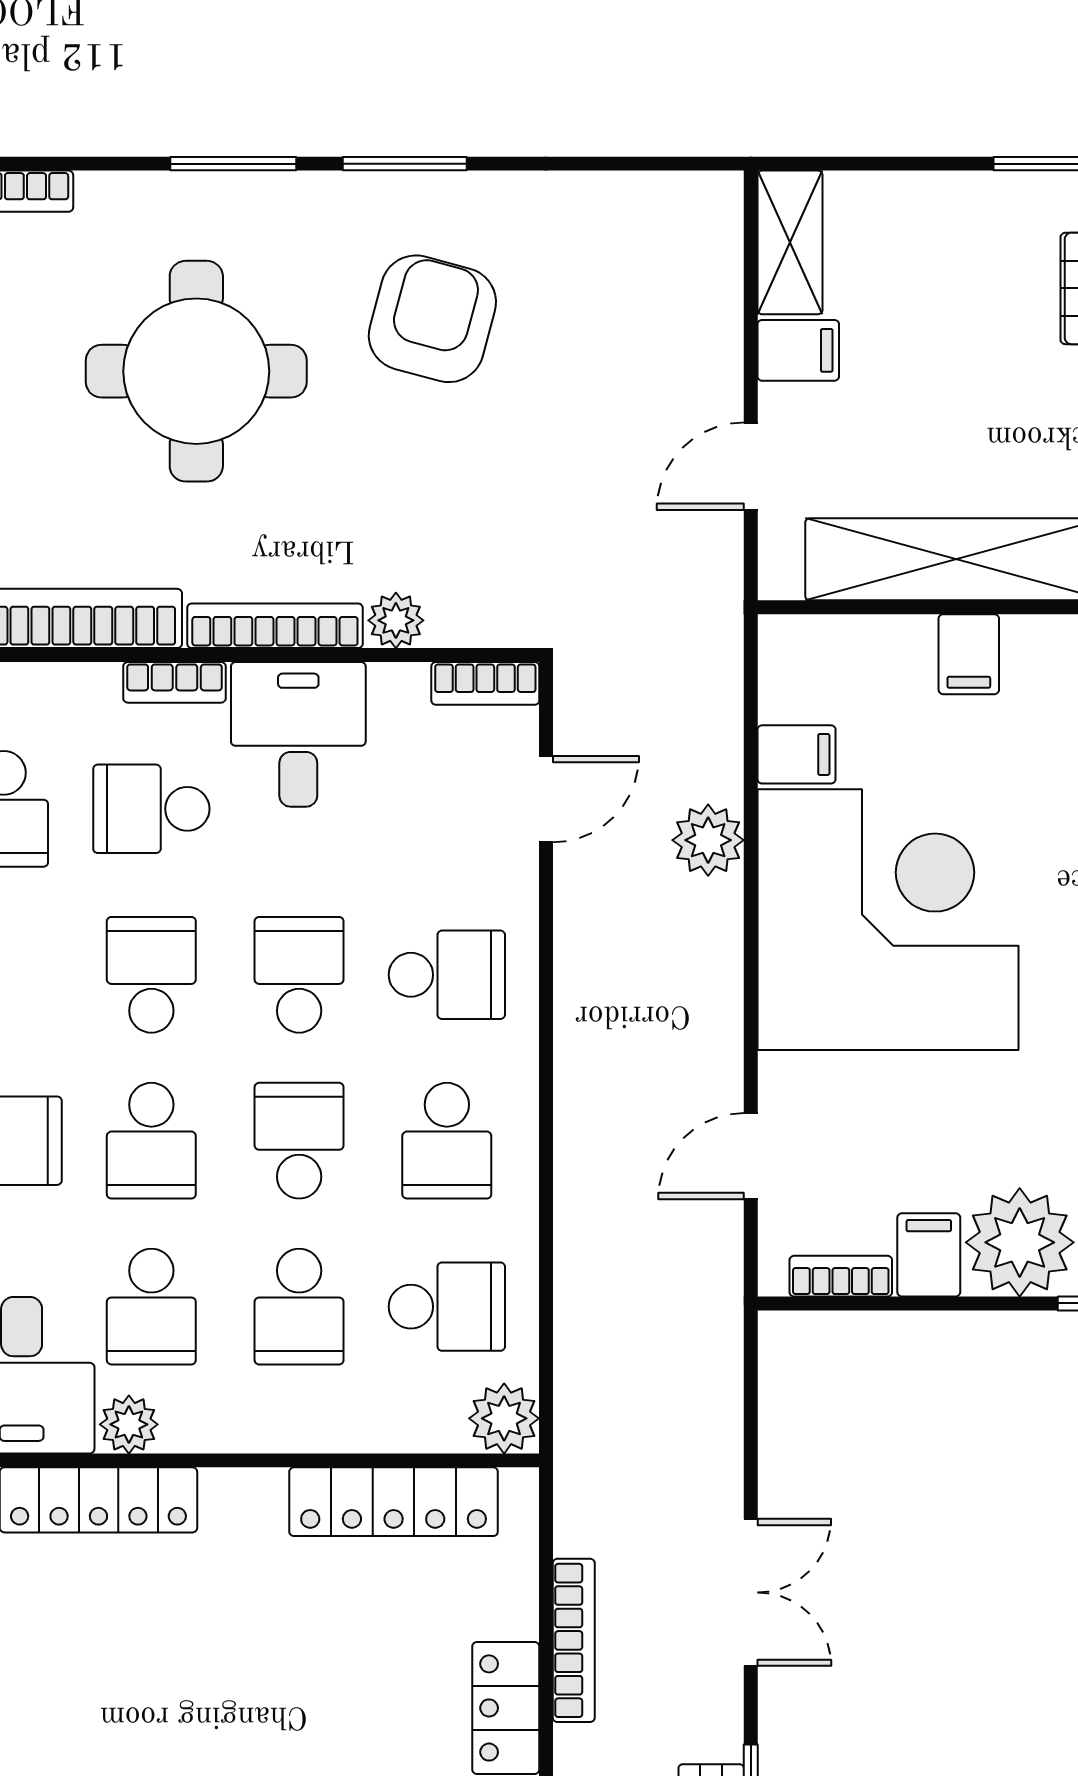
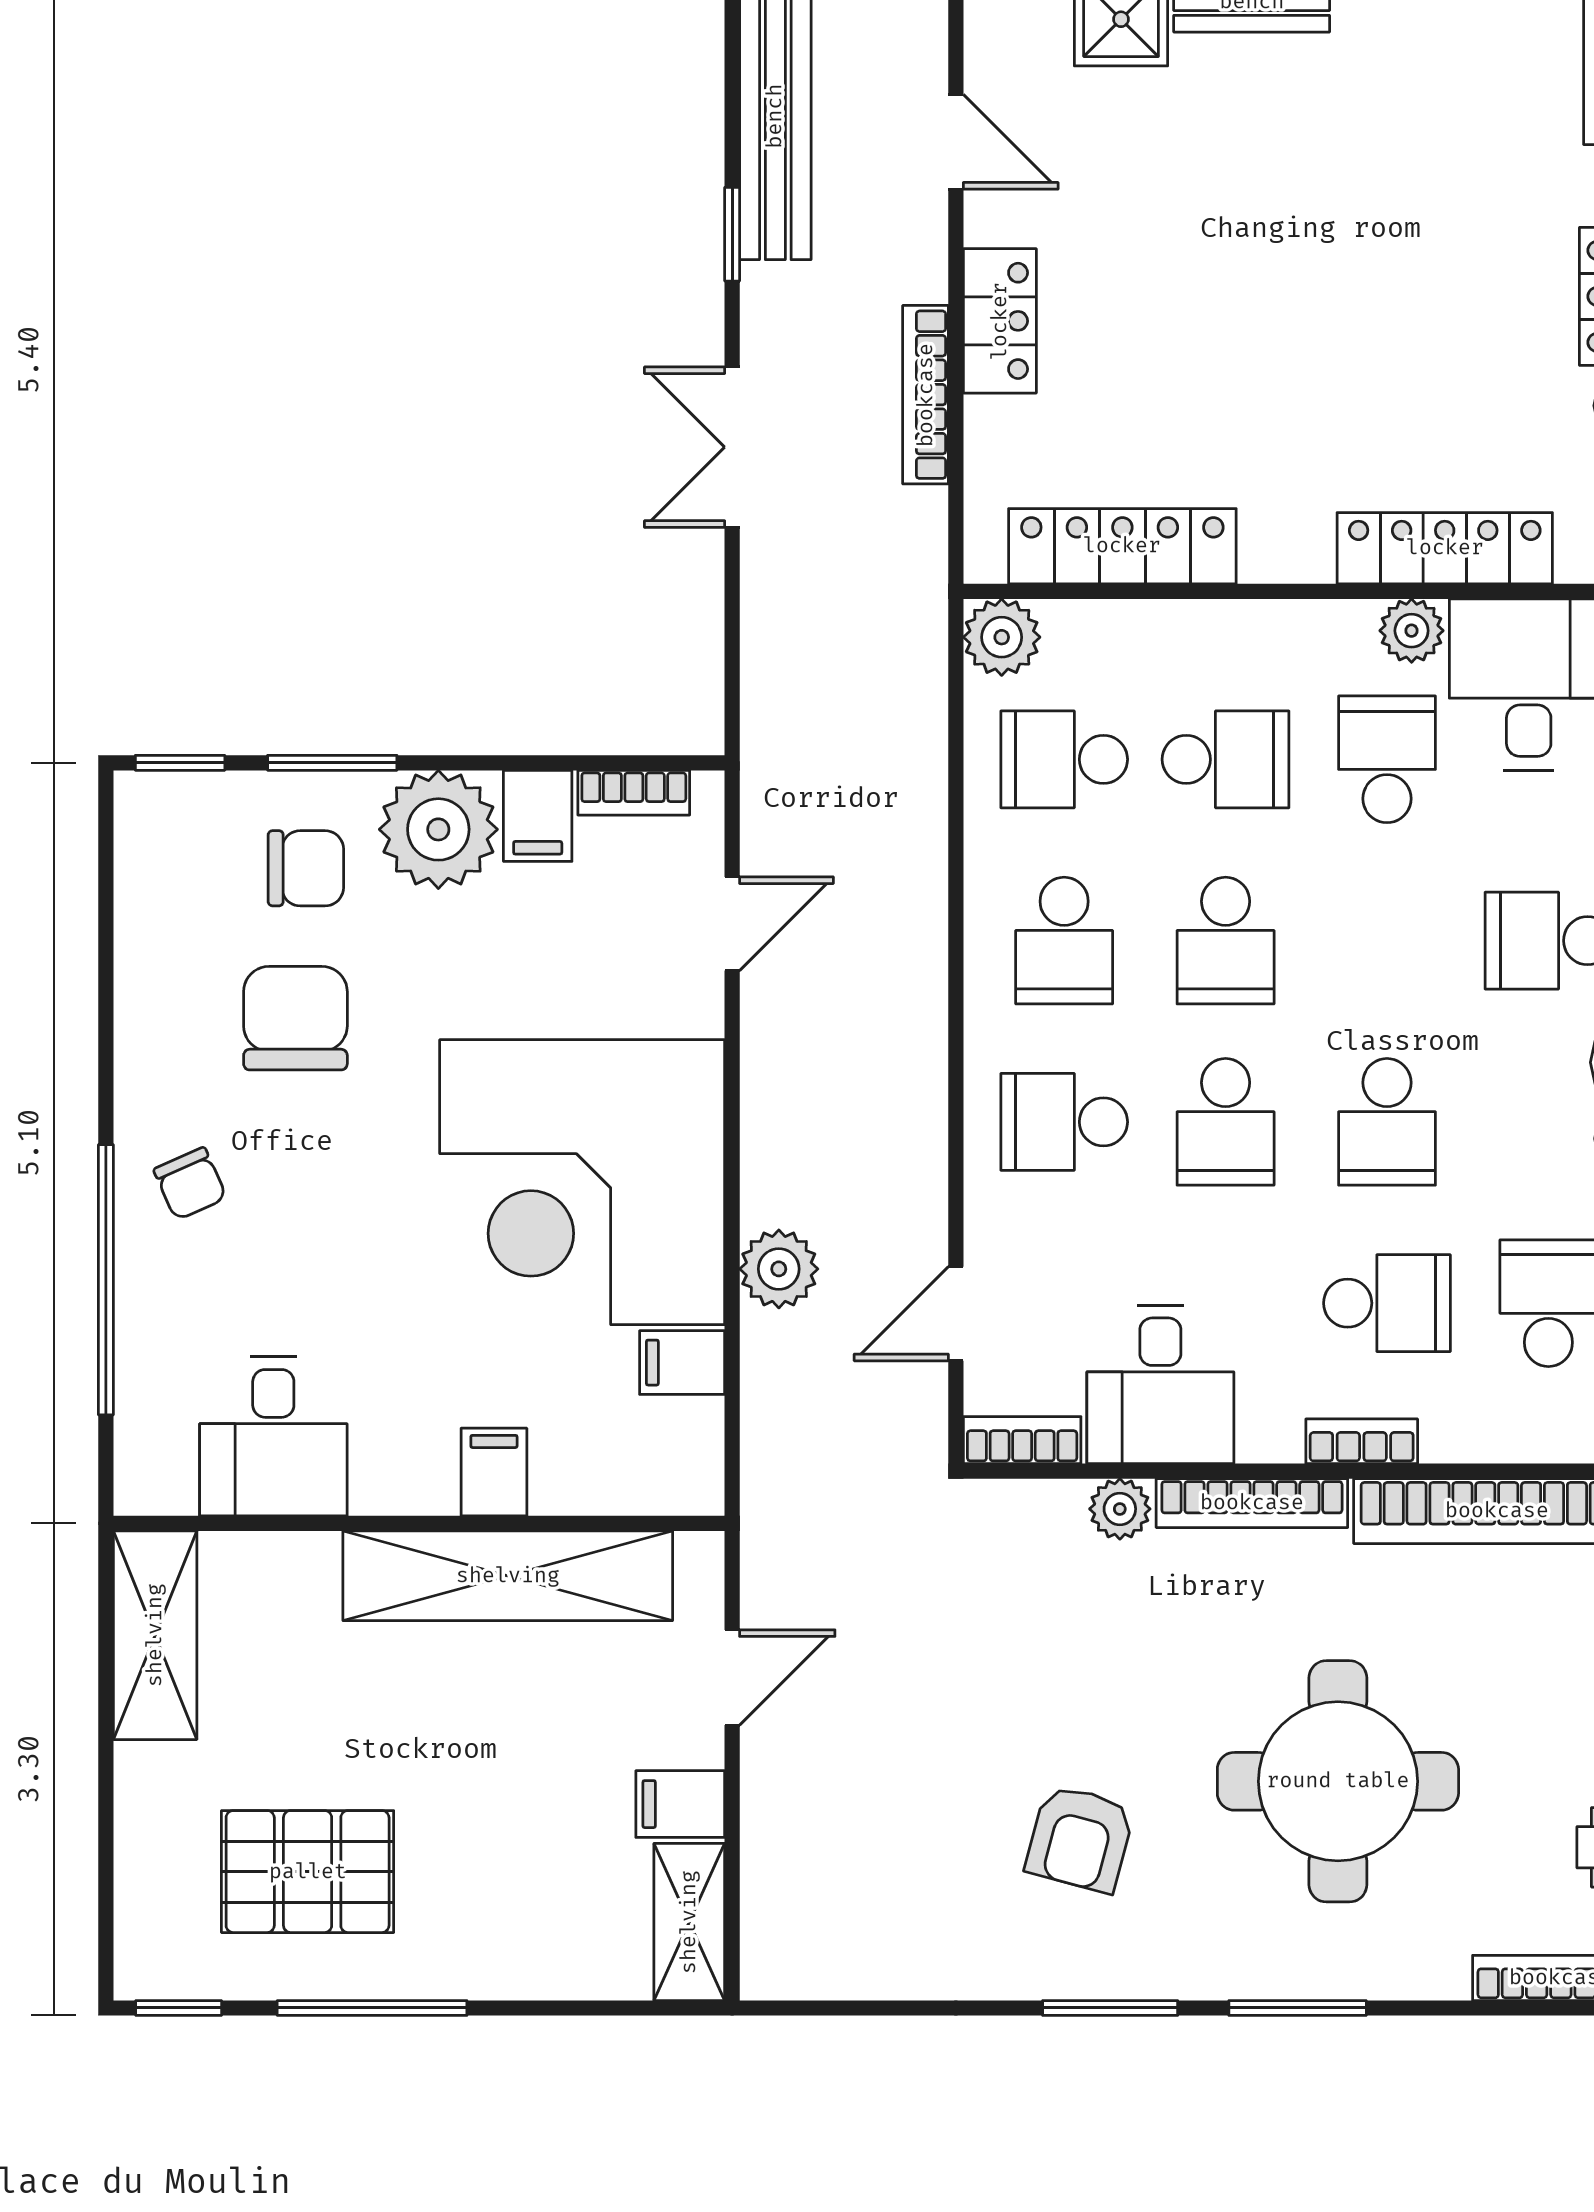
armchair: (432, 319) -> (1080, 1839), width x0.72, depth x0.72
desk: (298, 734) -> (1160, 1384), moved
school desk: (151, 1141) -> (1387, 941), removed
school desk: (447, 1141) -> (1064, 941), turned 180
school desk: (299, 1307) -> (1226, 759), turned 90

